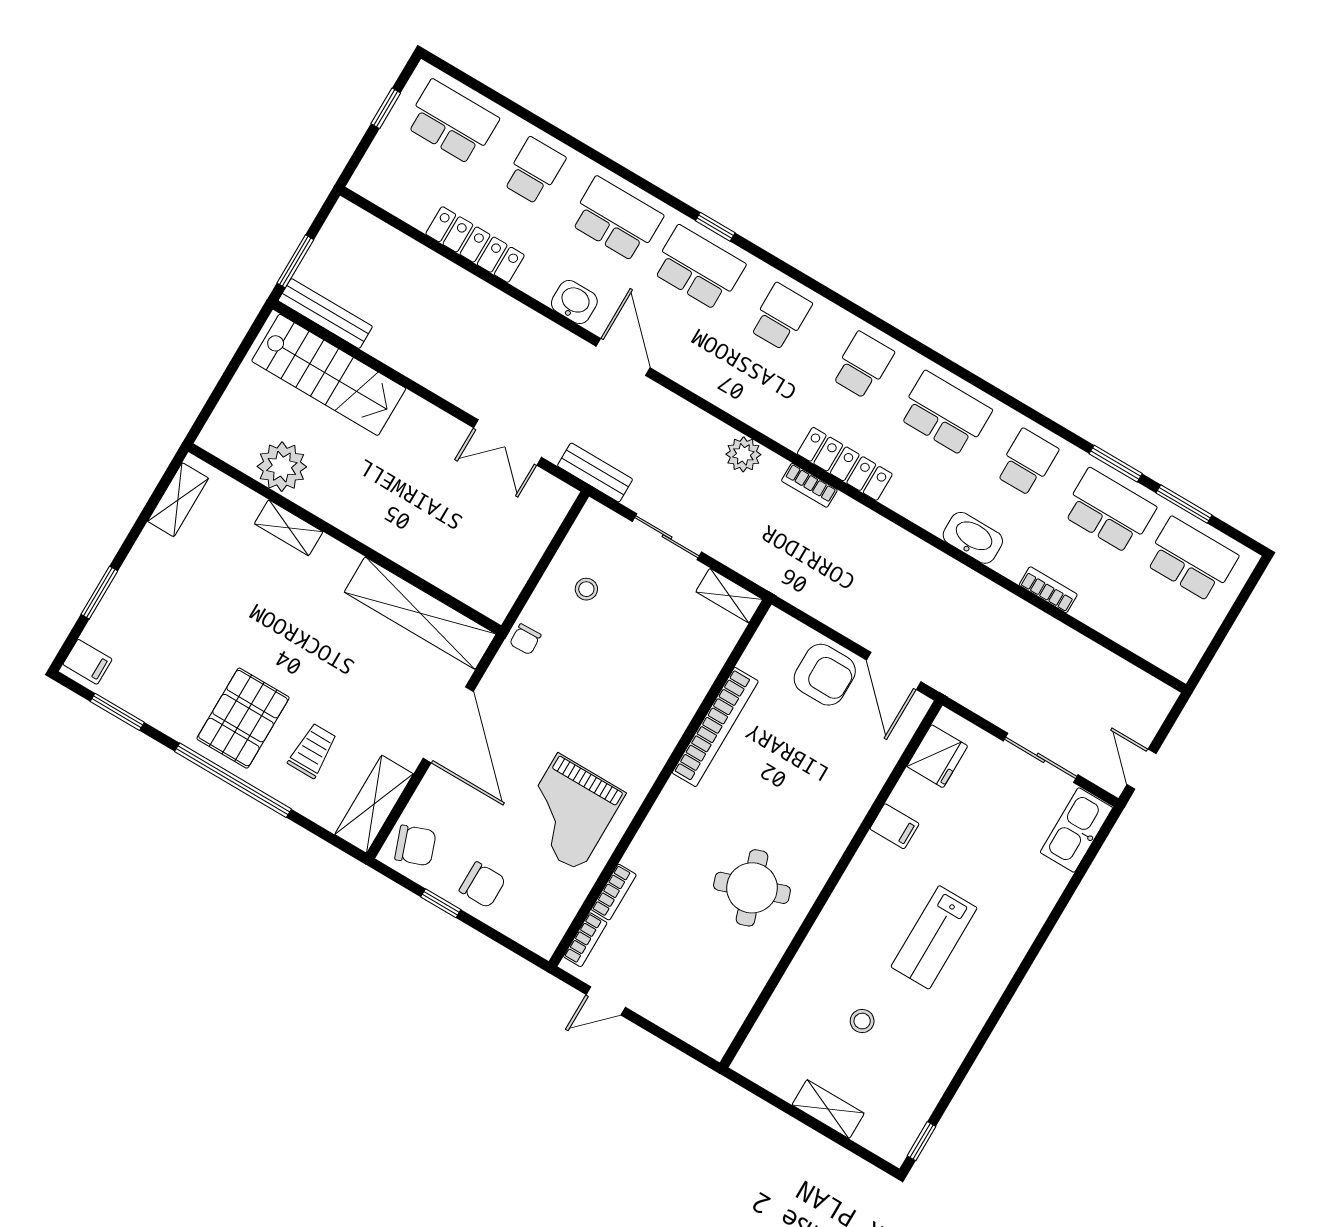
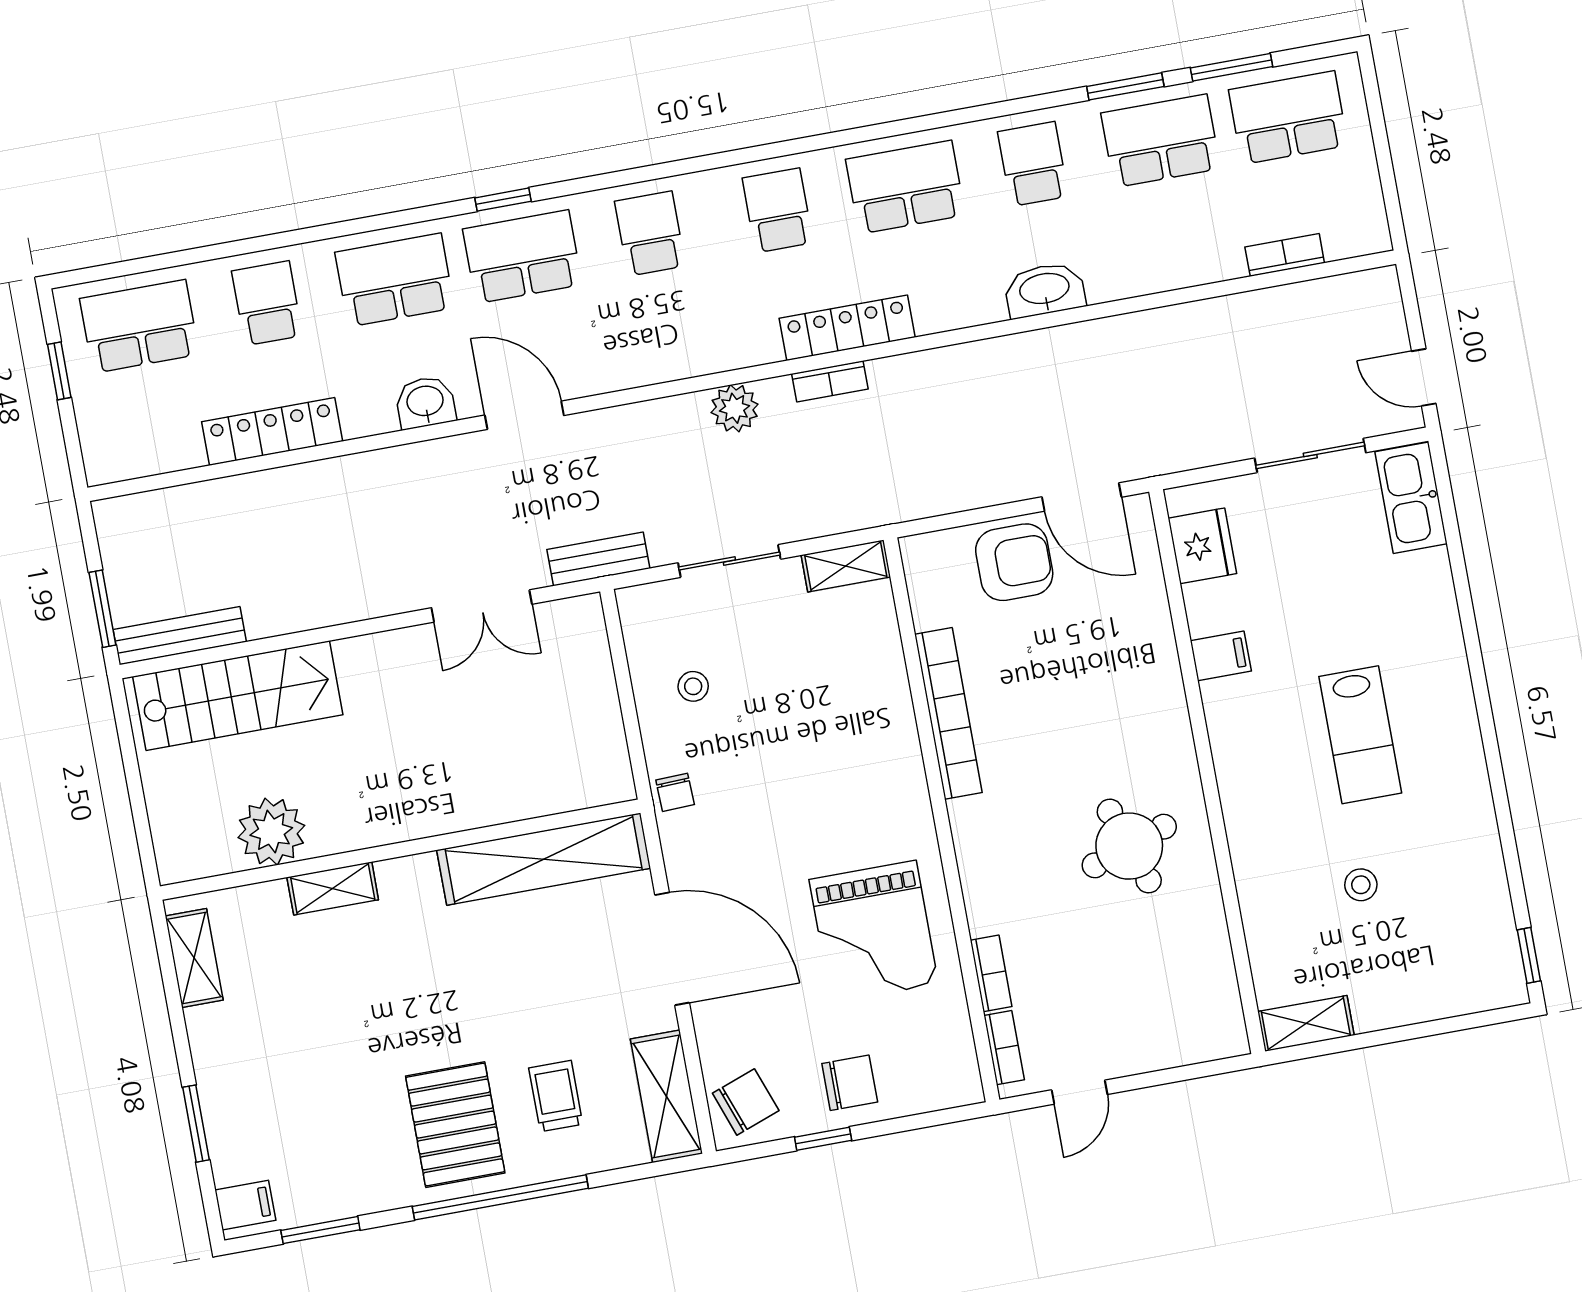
bookcase: (1048, 590) -> (1285, 255), moved
shelving: (828, 1109) -> (1306, 1023), moved

